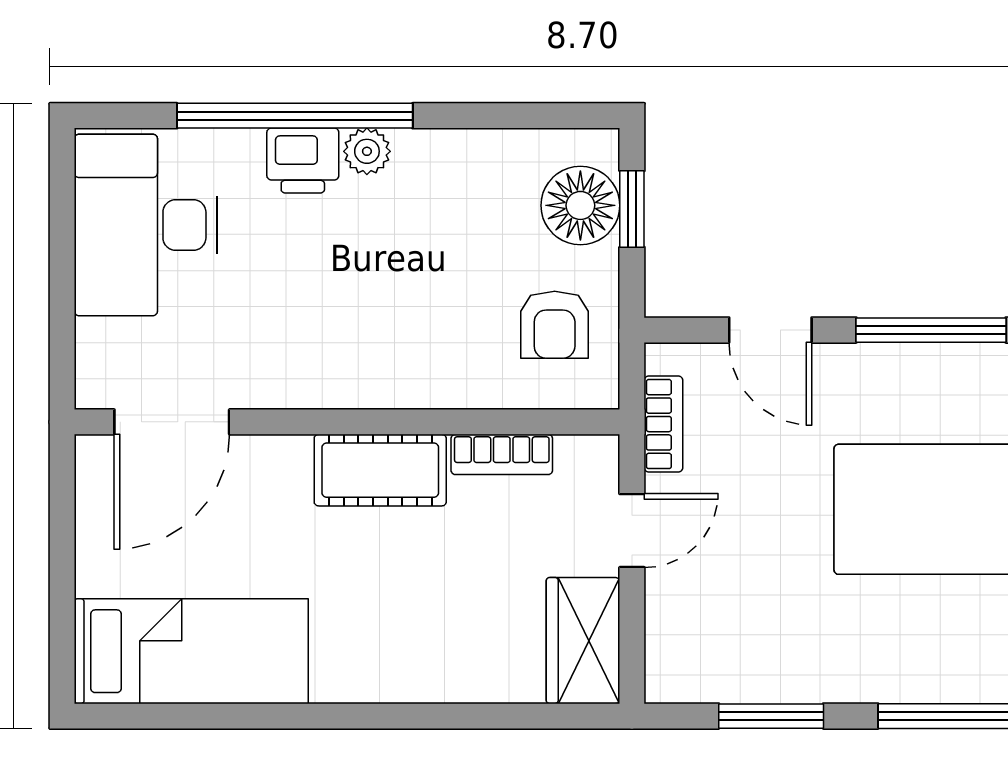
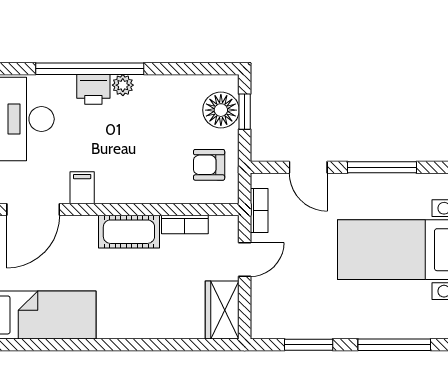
armchair: (555, 325) -> (209, 165), turned 90
filing cabinet: (278, 375) -> (82, 188), added

